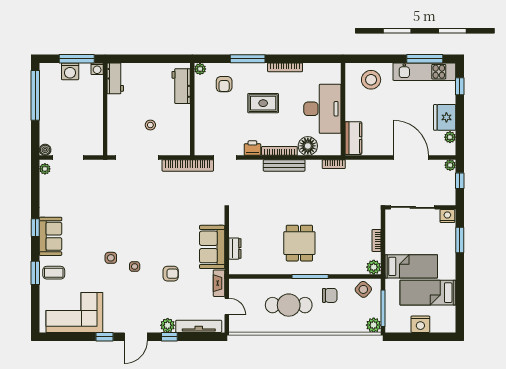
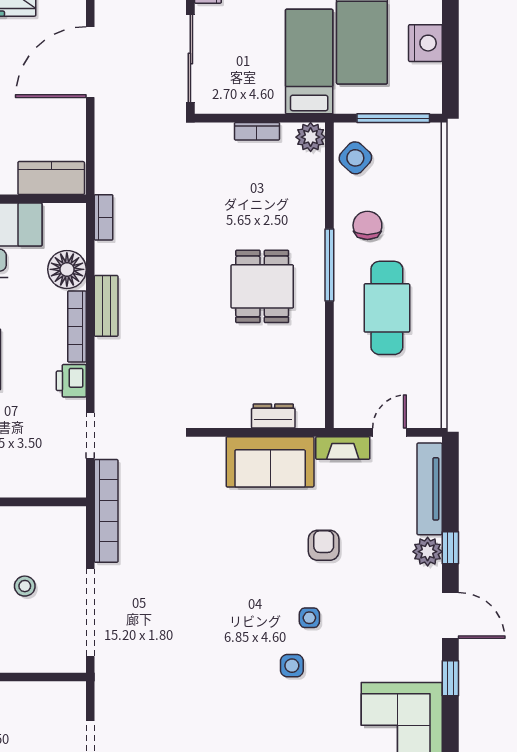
bench: (284, 165) -> (106, 306), width x0.73
dining table: (299, 243) -> (262, 286), turned 90
plant: (374, 325) -> (427, 137), removed

